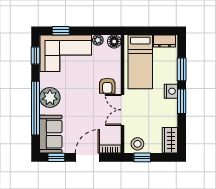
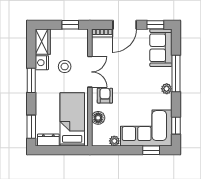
floor lamp: (114, 41) -> (98, 118), moved
window: (182, 69) -> (31, 127), moved
nightstand: (171, 91) -> (42, 63), moved
plant: (50, 97) -> (167, 89), width x0.53, depth x0.53
window: (36, 108) -> (176, 73), width x0.68
stool: (137, 144) -> (65, 67), moved

